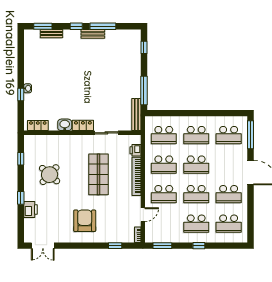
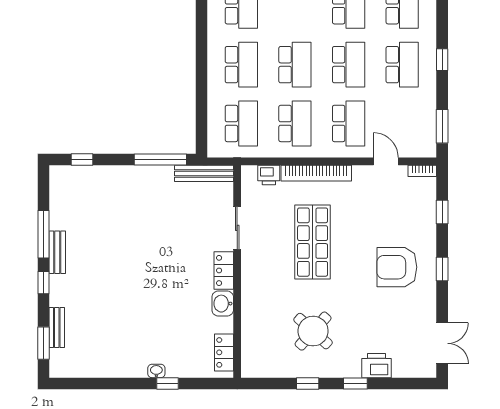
window: (21, 159) -> (308, 383), moved
shop shelf: (99, 174) -> (313, 242), turned 90
window: (84, 246) -> (442, 269), added

